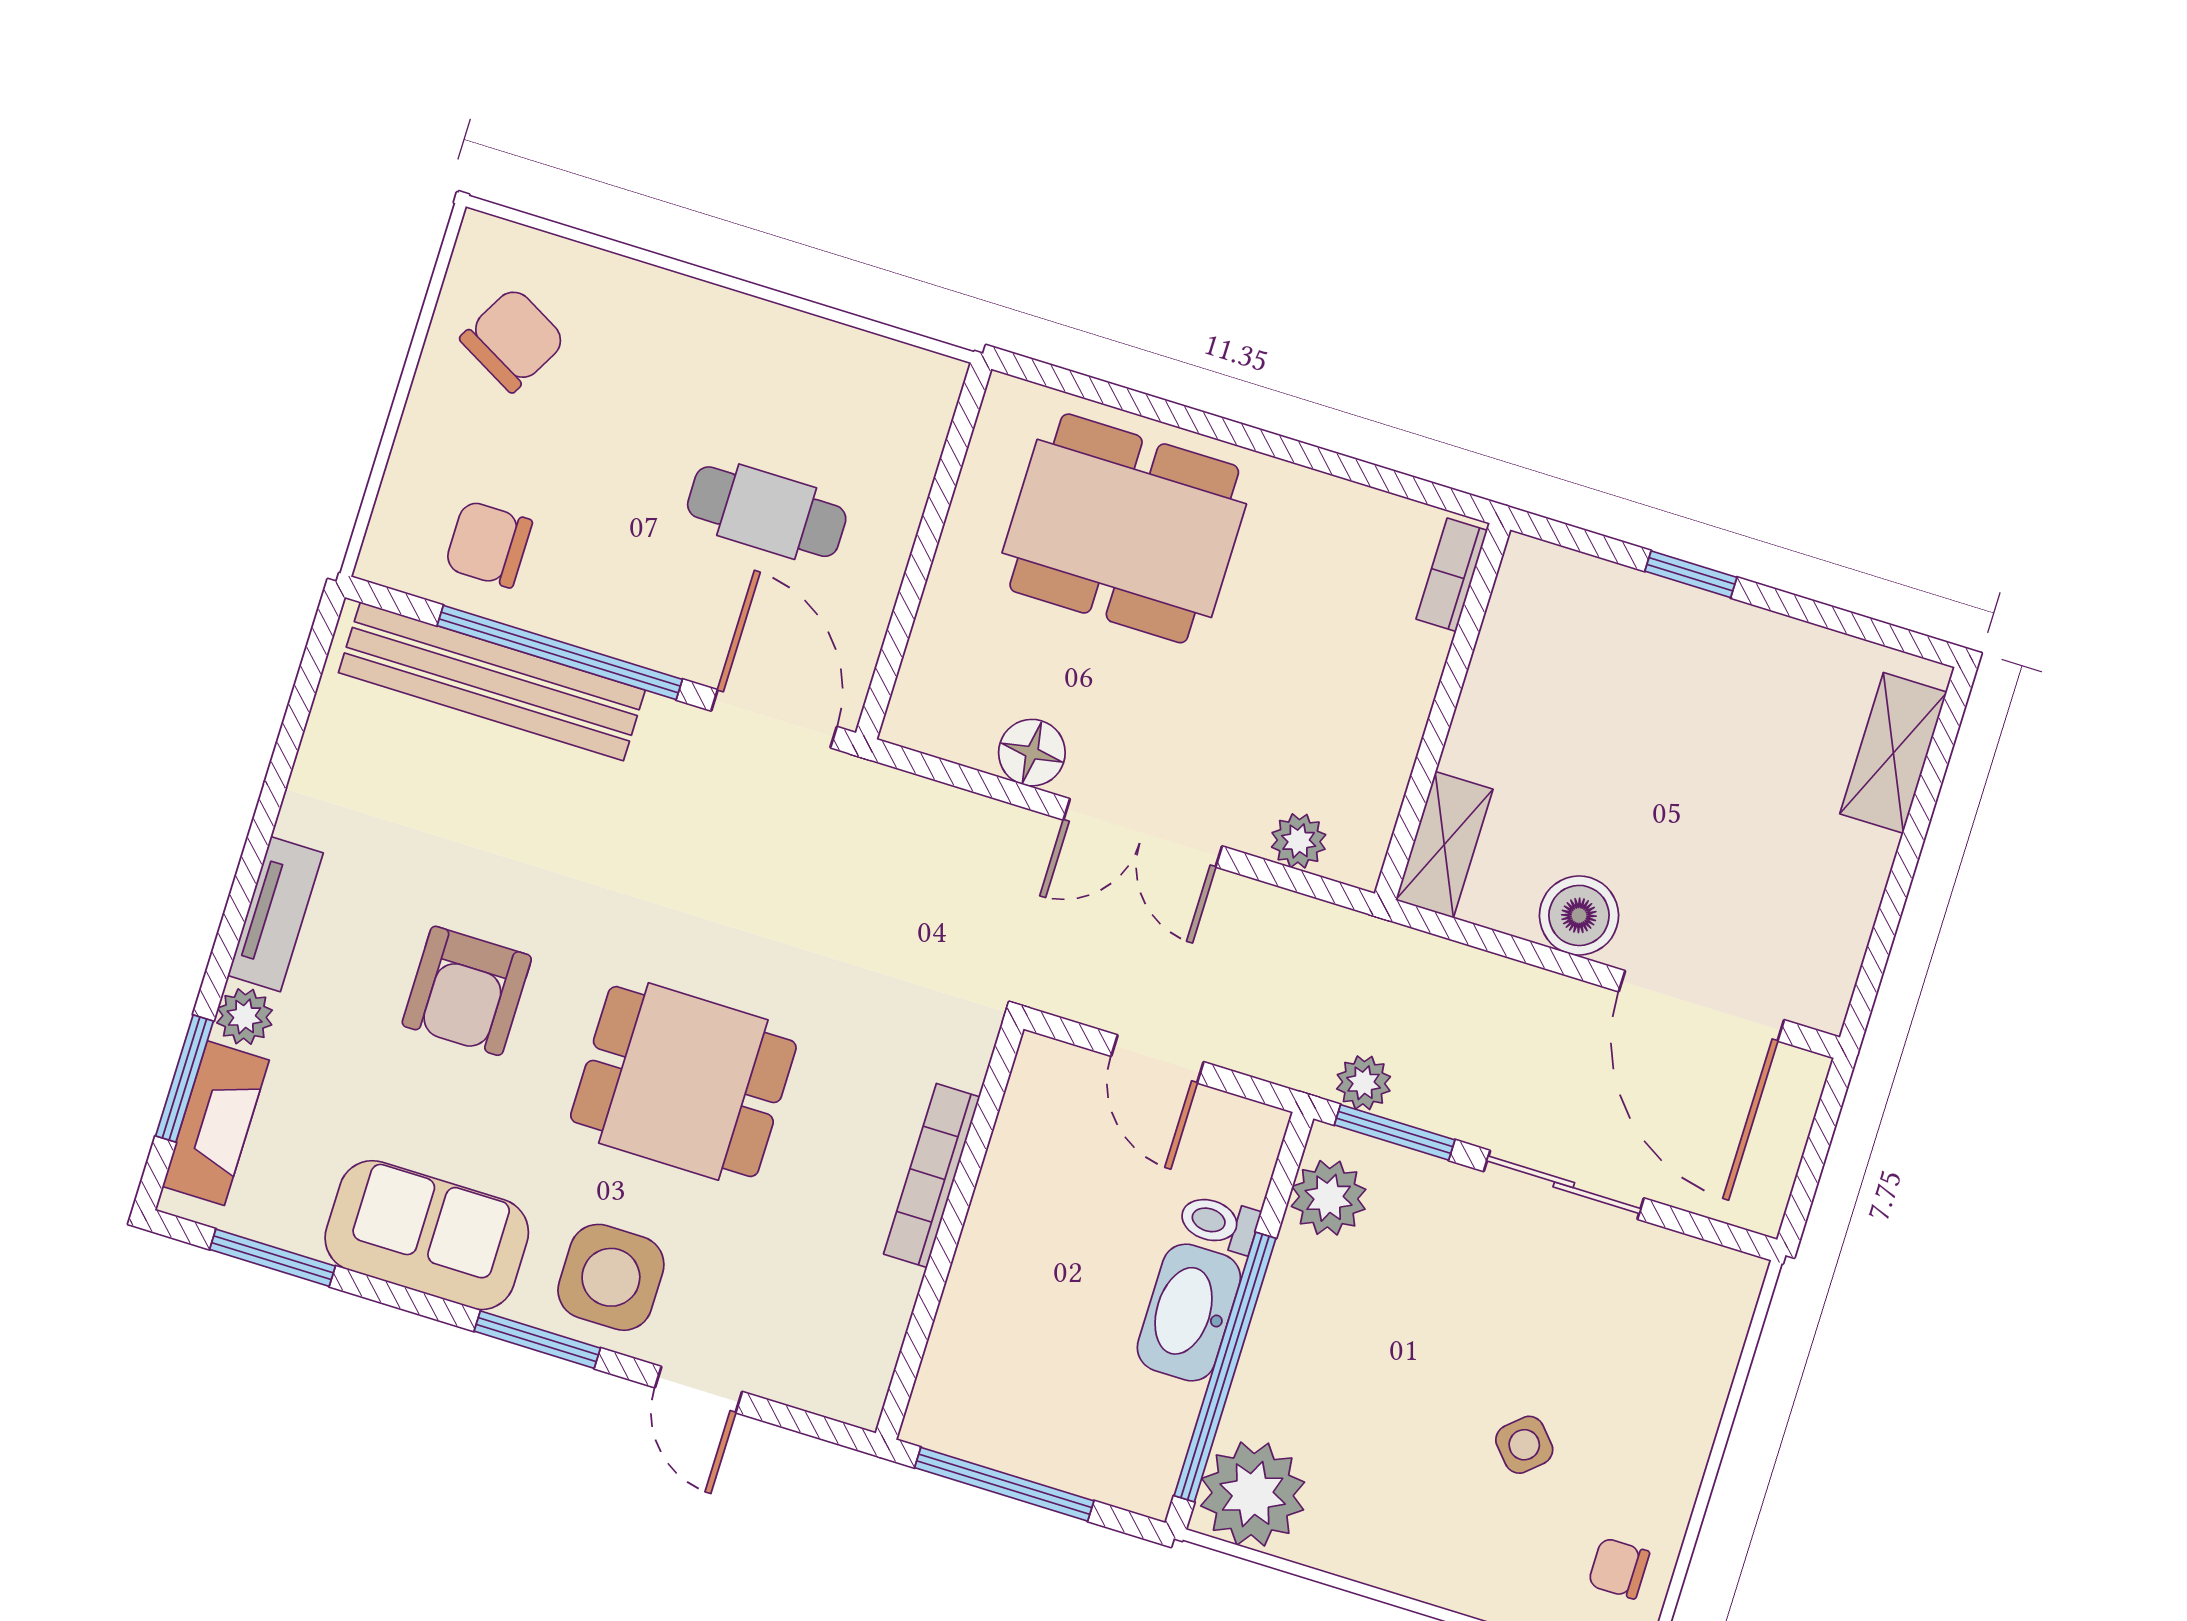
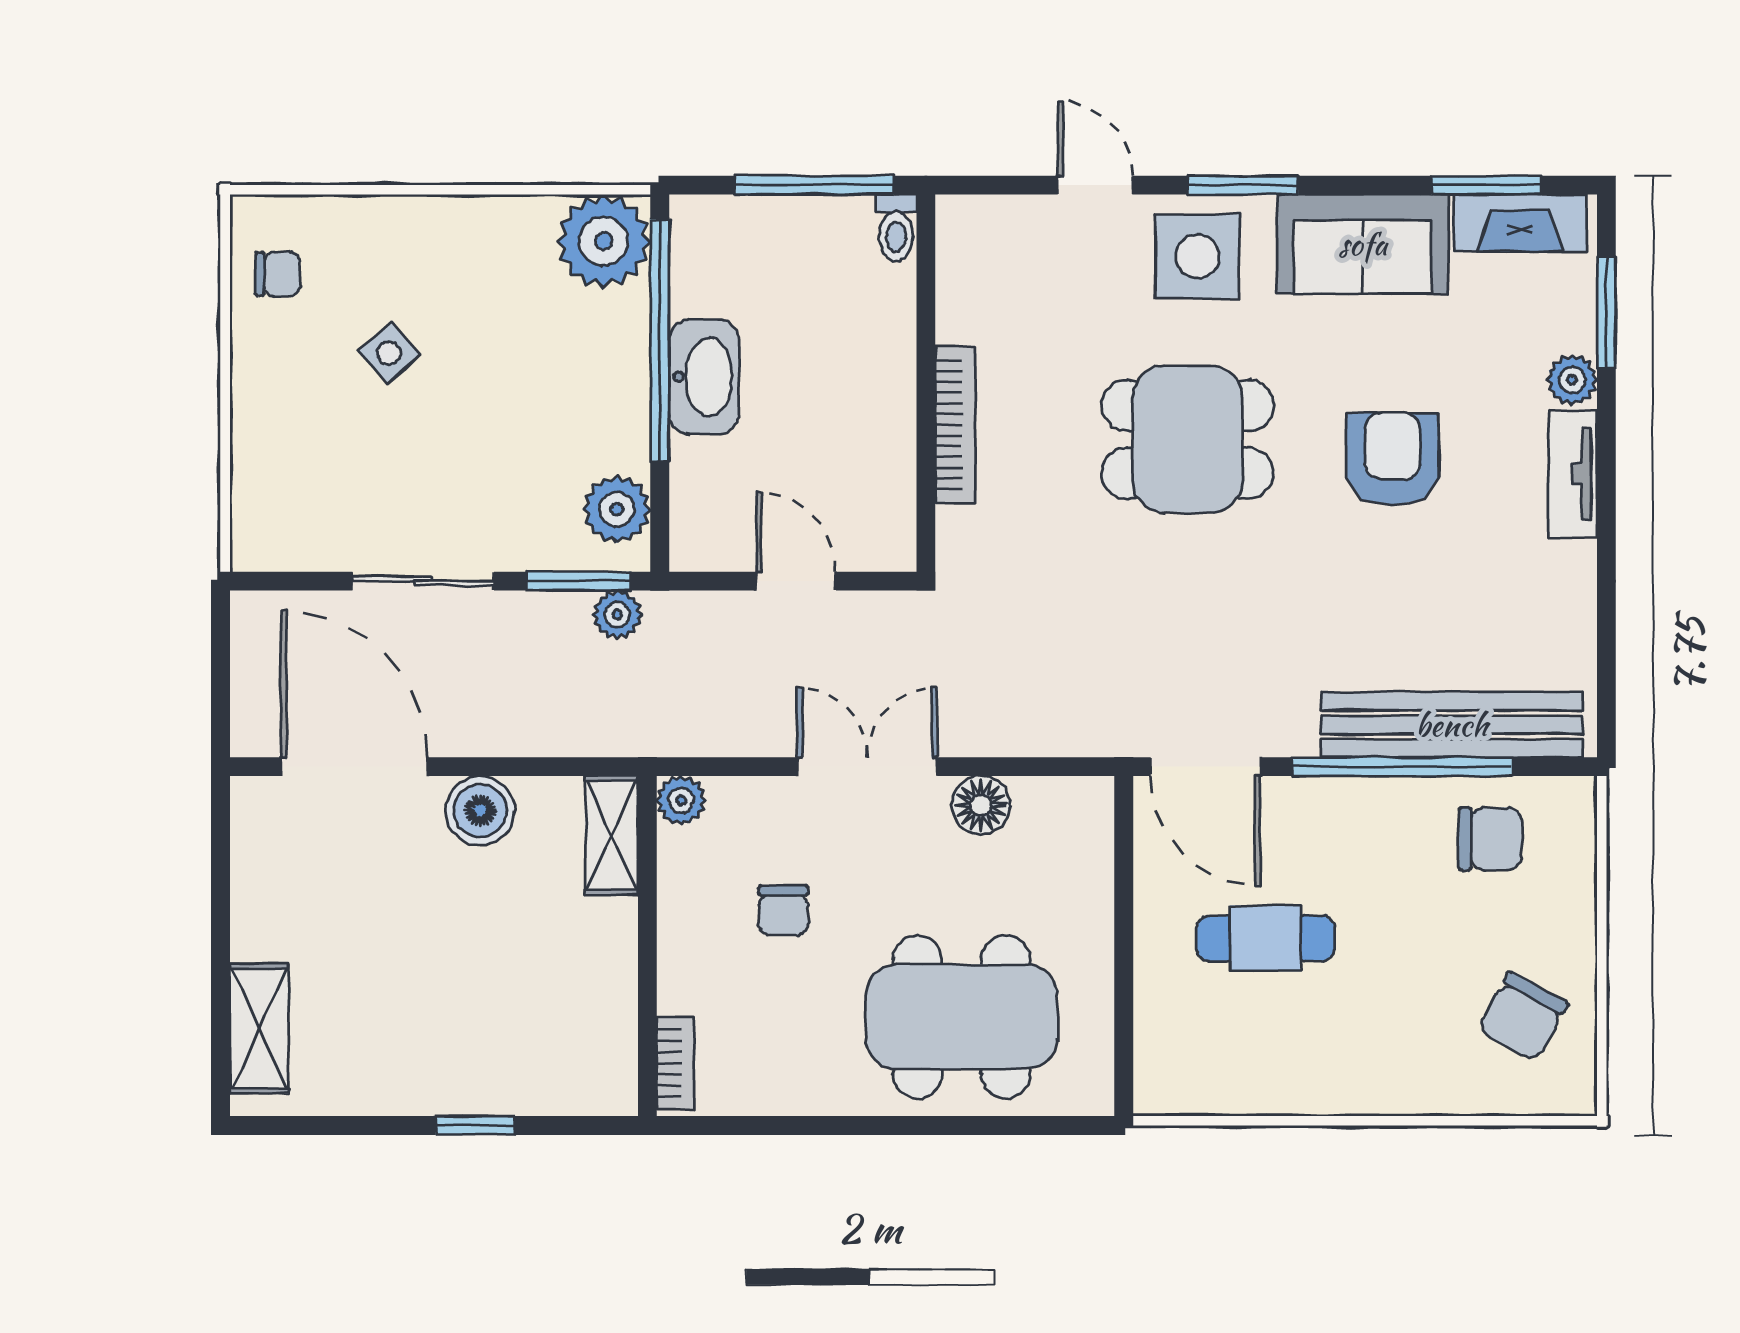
chair: (1282, 705) -> (783, 910), added
plant: (1299, 841) -> (681, 800), moved
fireplace: (216, 1123) -> (1520, 223), moved, turned -90
toilet: (1219, 1223) -> (896, 228), moved, turned 90

